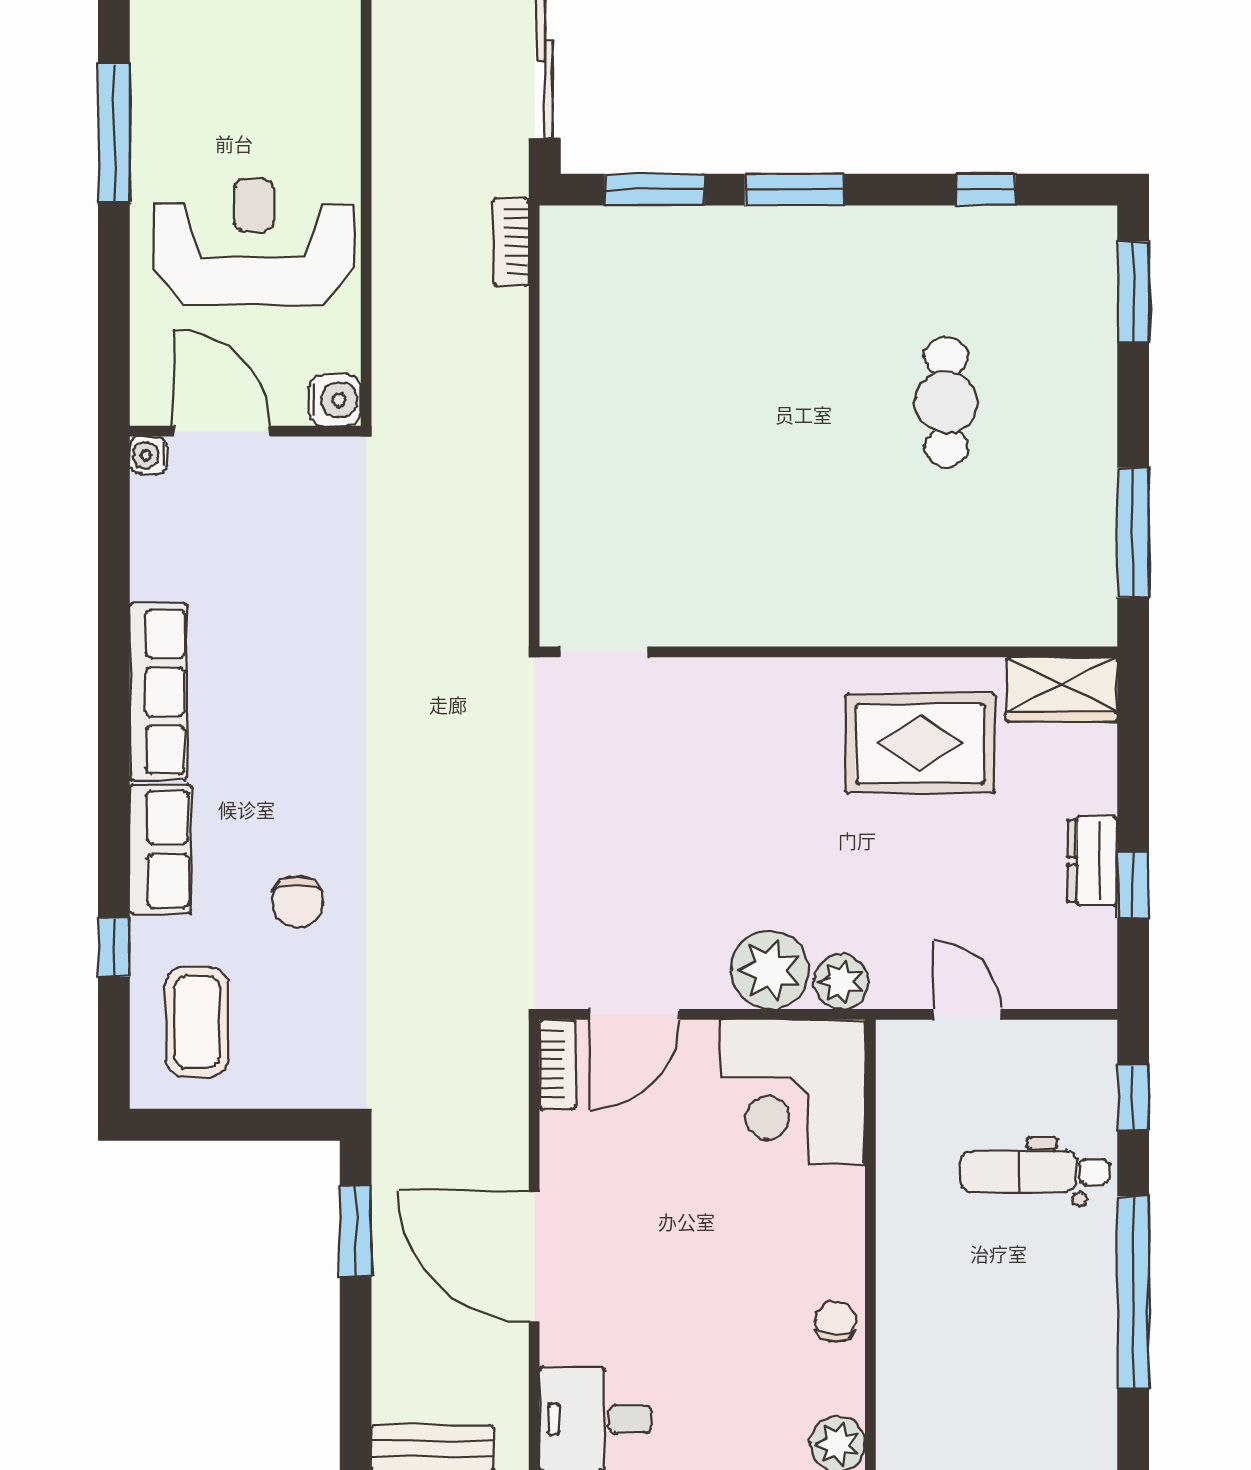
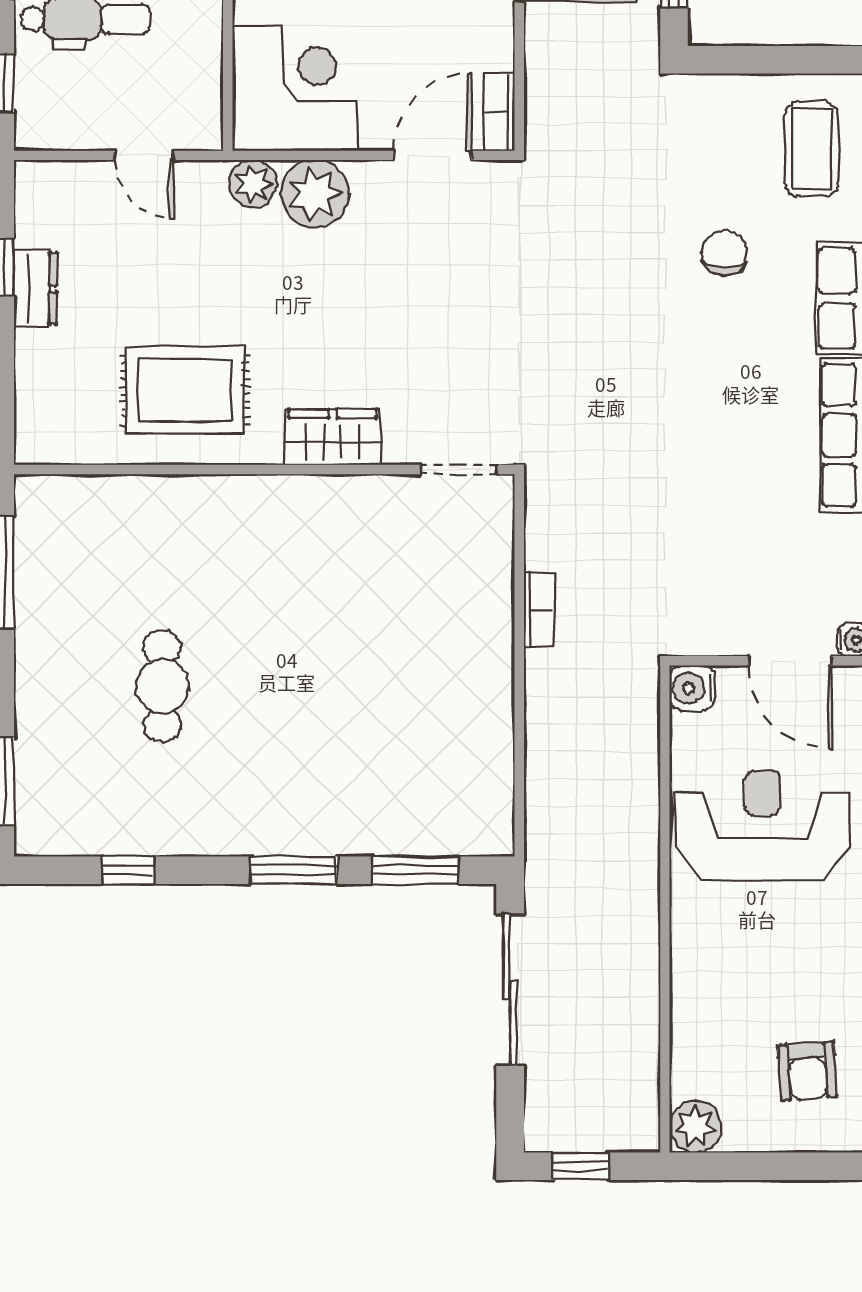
reception desk: (254, 242) -> (762, 825), turned 180
bookcase: (511, 242) -> (539, 610), moved
wardrobe: (1062, 689) -> (333, 437), moved

